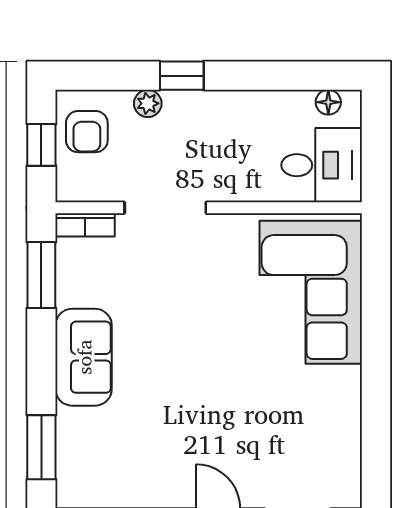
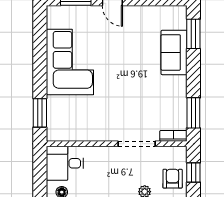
window: (376, 275) -> (40, 113), added
corner sofa: (311, 292) -> (70, 62), moved
sofa: (84, 357) -> (174, 52), moved

